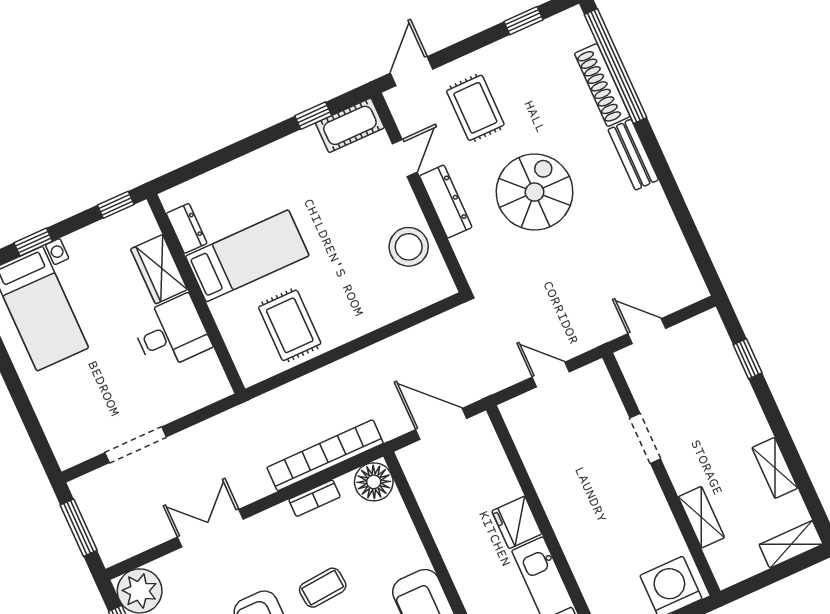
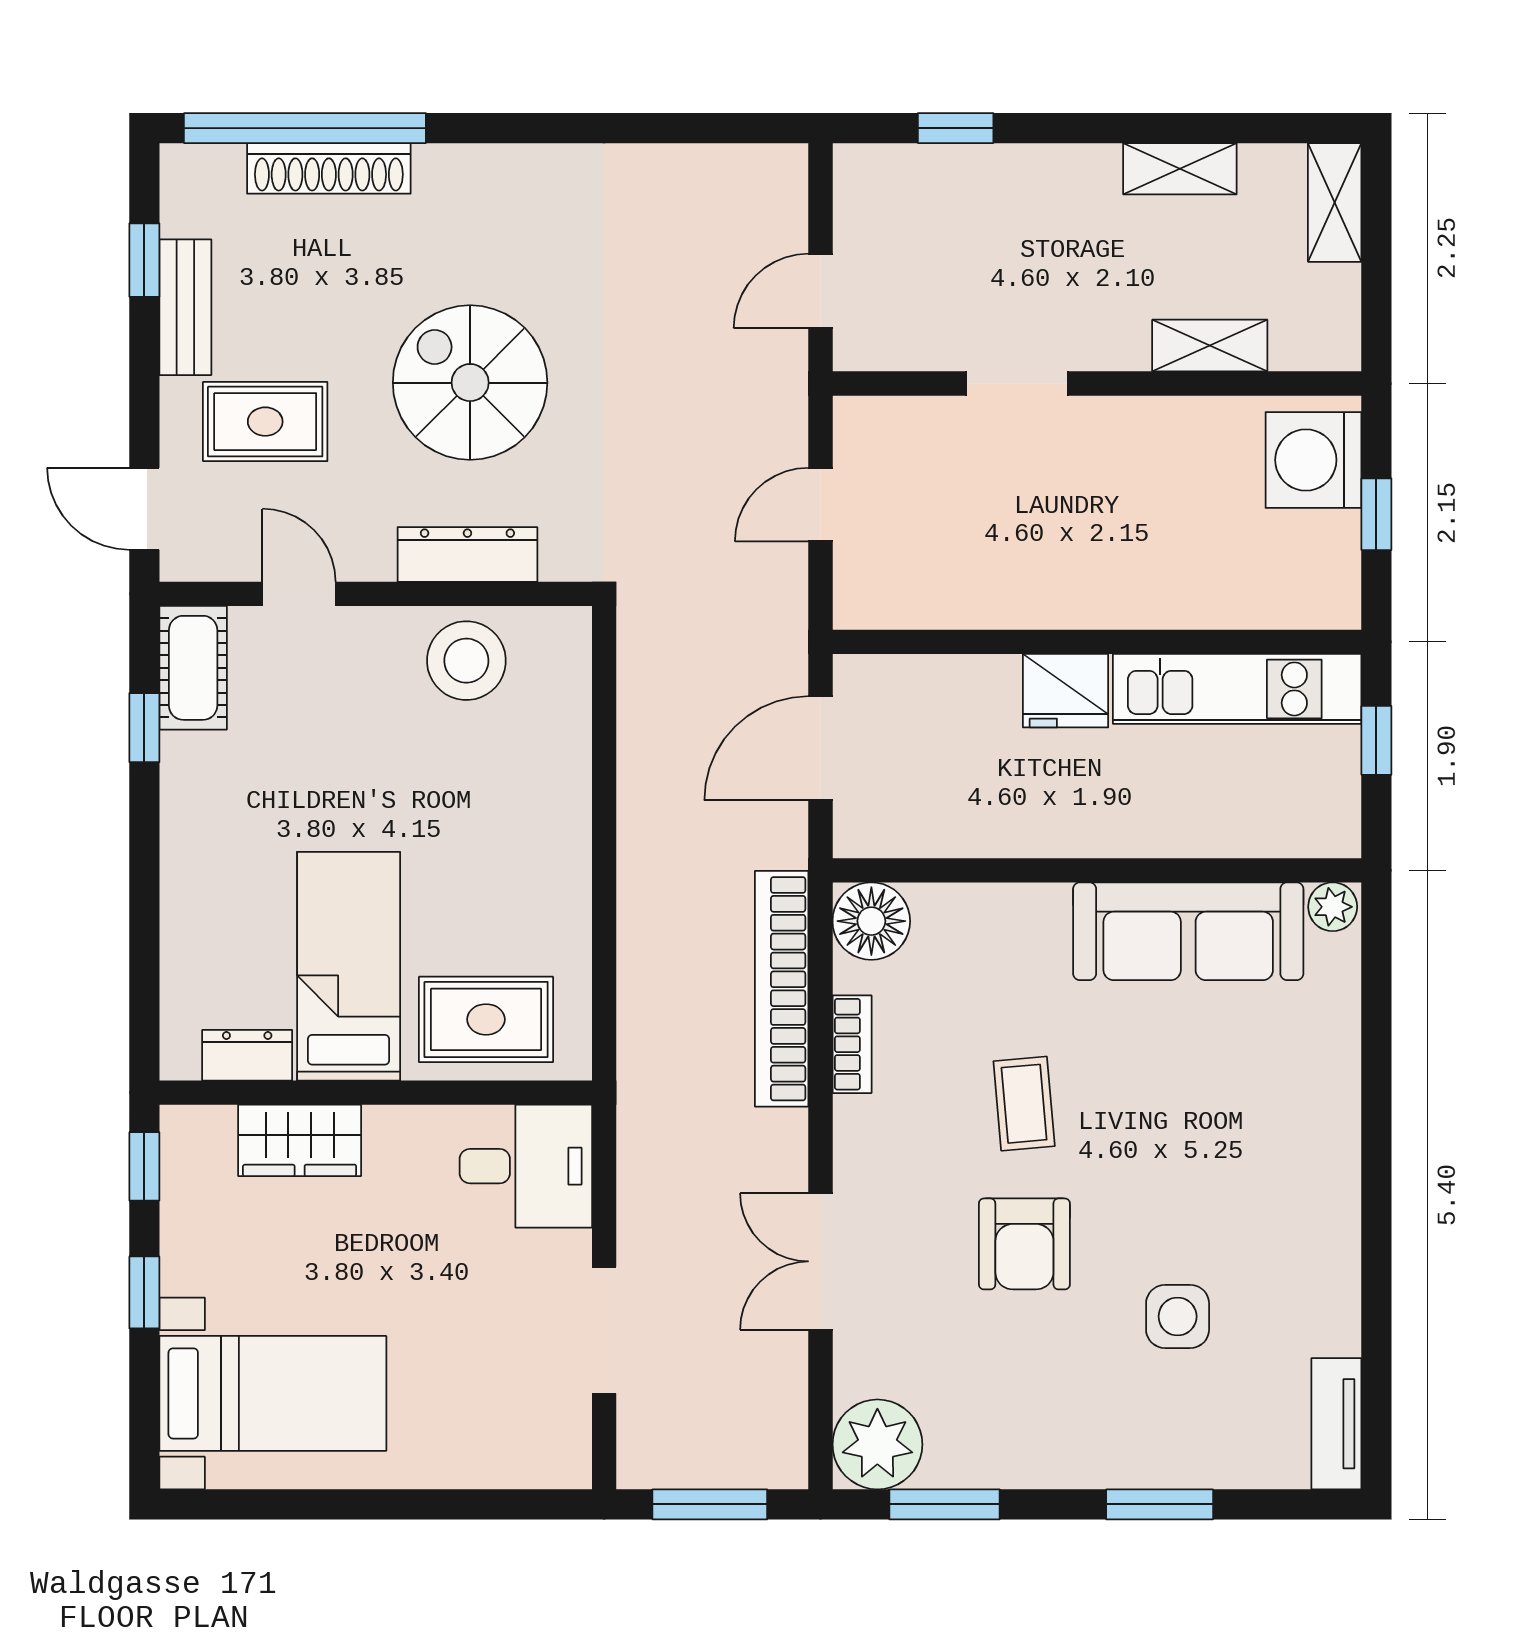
bench: (633, 155) -> (185, 307), moved, turned 90
dresser: (446, 202) -> (467, 554), moved
window: (33, 242) -> (144, 1292), moved
rug: (290, 325) -> (486, 1019), moved
desk: (171, 333) -> (526, 1166), moved, turned 90

